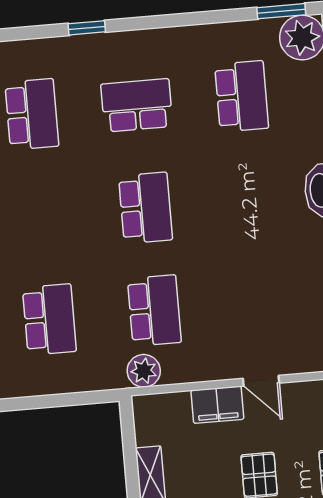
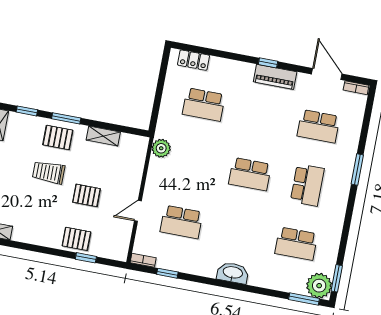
window: (87, 28) -> (357, 169), width x1.50
school desk: (154, 310) -> (181, 222), moved
filing cabinet: (217, 405) -> (131, 183), removed

